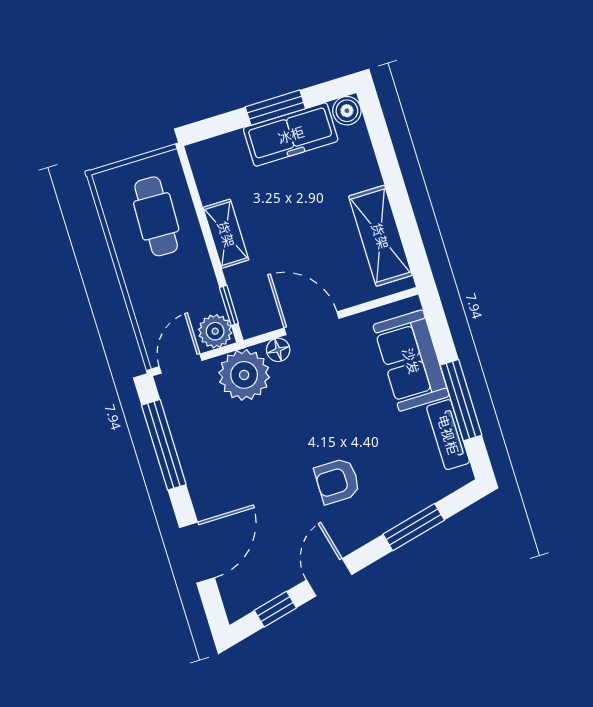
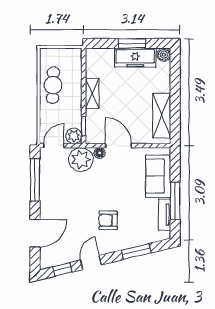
cafe table: (156, 216) -> (53, 85), moved

